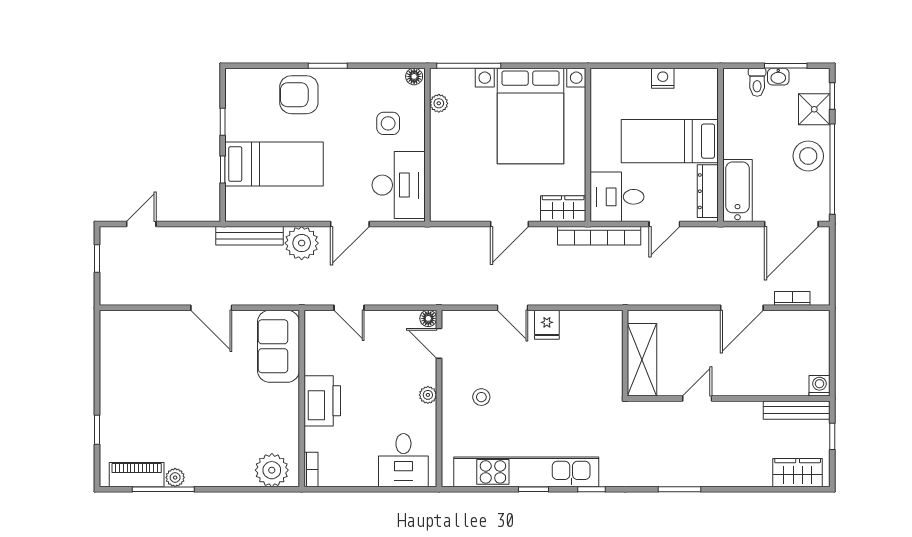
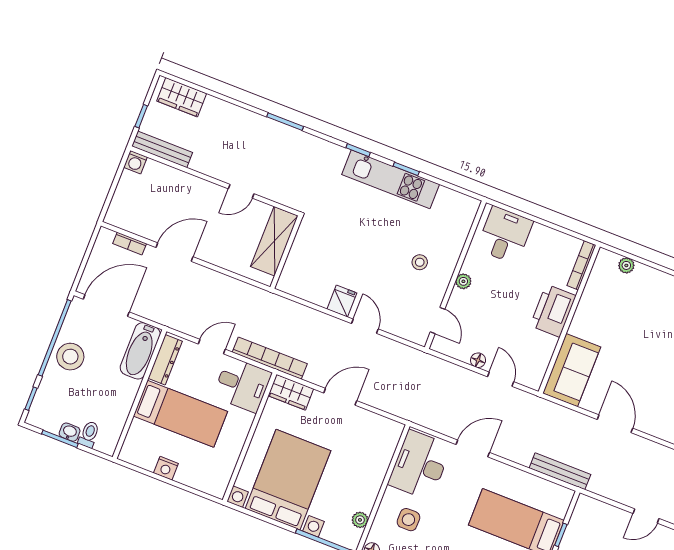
shower: (814, 109) -> (50, 393), removed
plant: (302, 243) -> (519, 448), removed
floor lamp: (428, 318) -> (478, 360), moved
plant: (272, 470) -> (626, 265), width x0.53, depth x0.53
bookcase: (311, 470) -> (581, 265), width x1.56
kitchen unit: (526, 472) -> (391, 179), width x0.73

